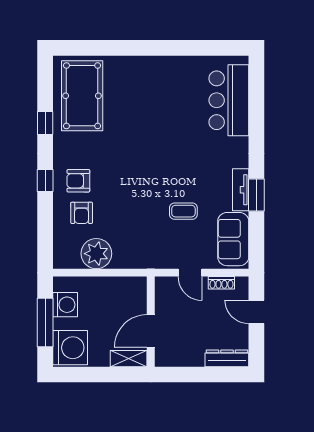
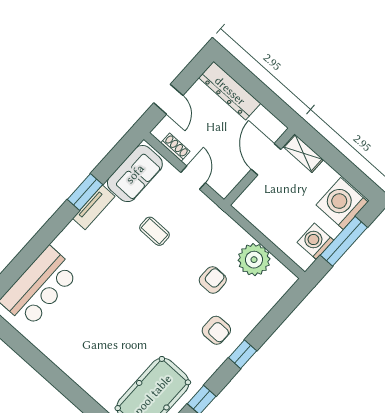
armchair: (82, 213) -> (213, 280), moved
door: (151, 331) -> (266, 159), swing flipped
dresser: (227, 358) -> (230, 91), width x1.37, depth x1.24

